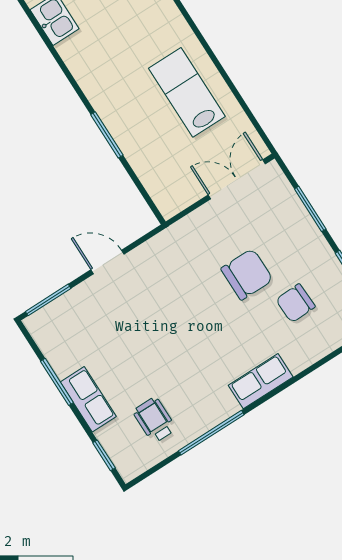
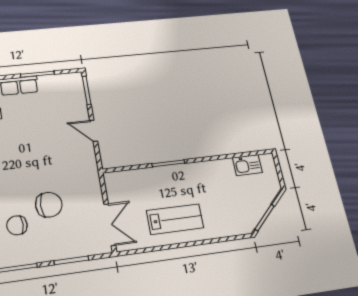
door: (107, 262) -> (94, 131), swing flipped
chair: (247, 274) -> (49, 205), turned -90
chair: (296, 303) -> (17, 225), turned -88

